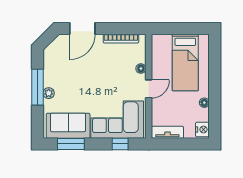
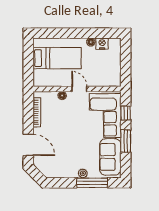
window: (37, 87) -> (92, 183), moved
nightstand: (202, 130) -> (102, 44), moved
tv unit: (167, 132) -> (116, 73), removed
window: (71, 144) -> (126, 141), moved

